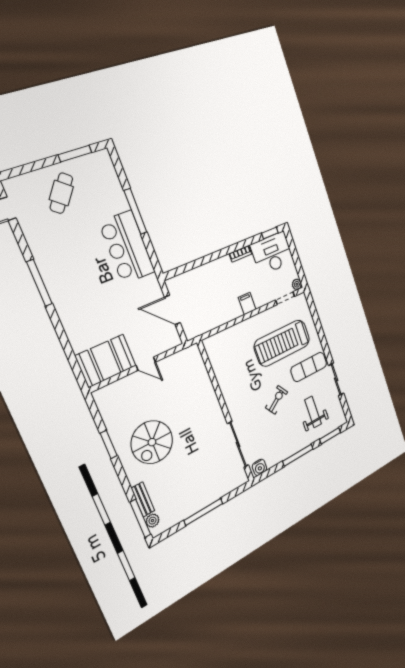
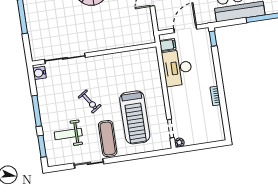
window: (270, 233) -> (213, 39), moved
desk: (272, 253) -> (177, 68), moved, turned 180
filing cabinet: (247, 304) -> (168, 45), moved
treadmill: (282, 343) -> (135, 117), turned 180
weight bench: (313, 412) -> (68, 134), turned 180

